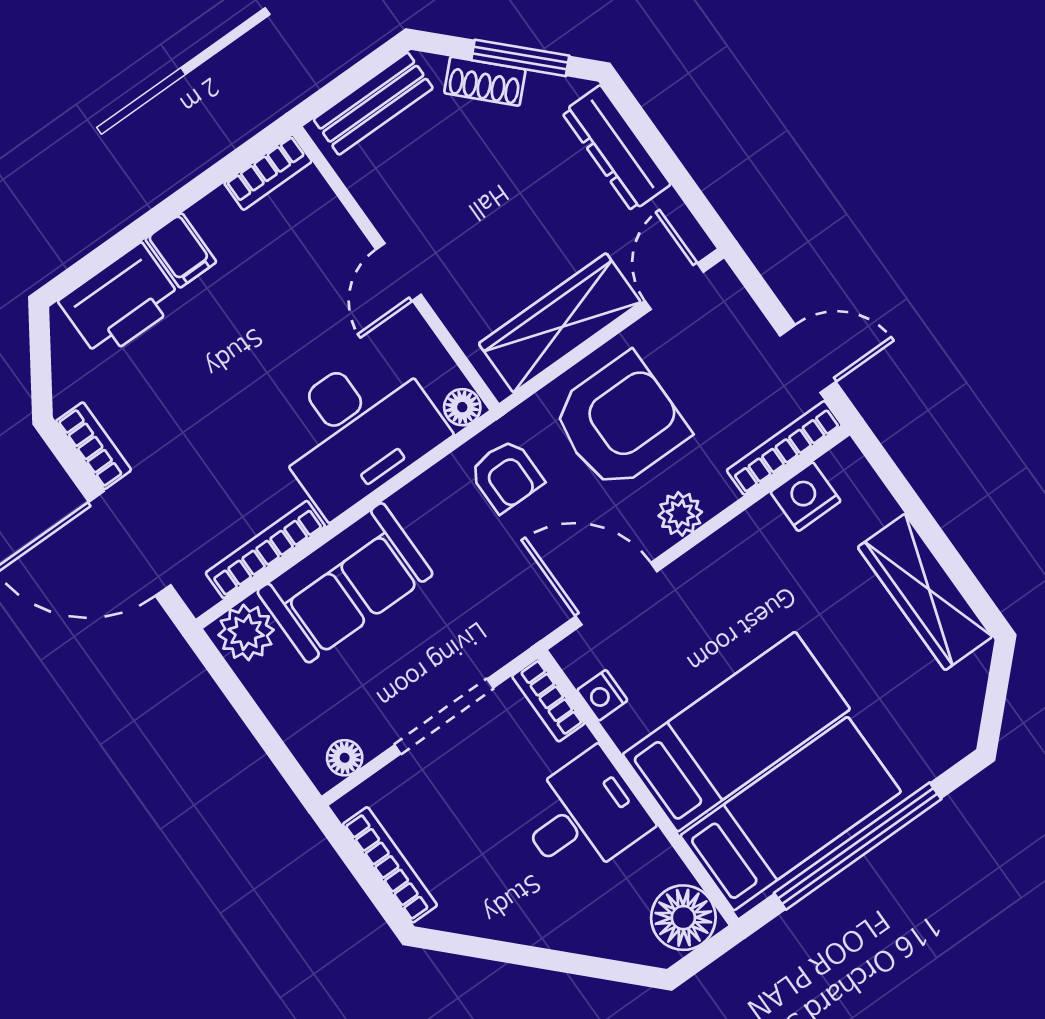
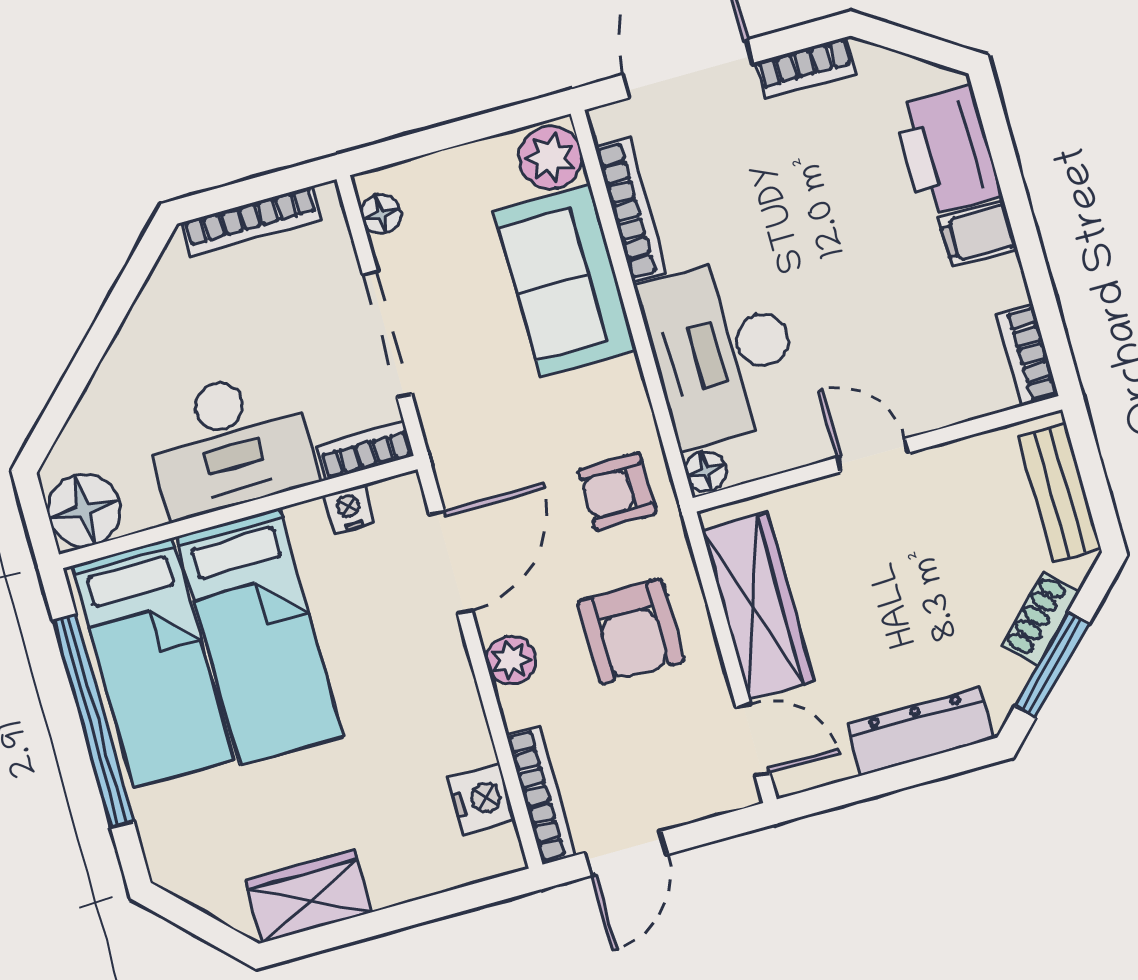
armchair: (620, 422) -> (631, 631), width x0.73, depth x0.73
wardrobe: (925, 592) -> (308, 896), width x0.67
desk: (583, 816) -> (229, 443), width x1.37

